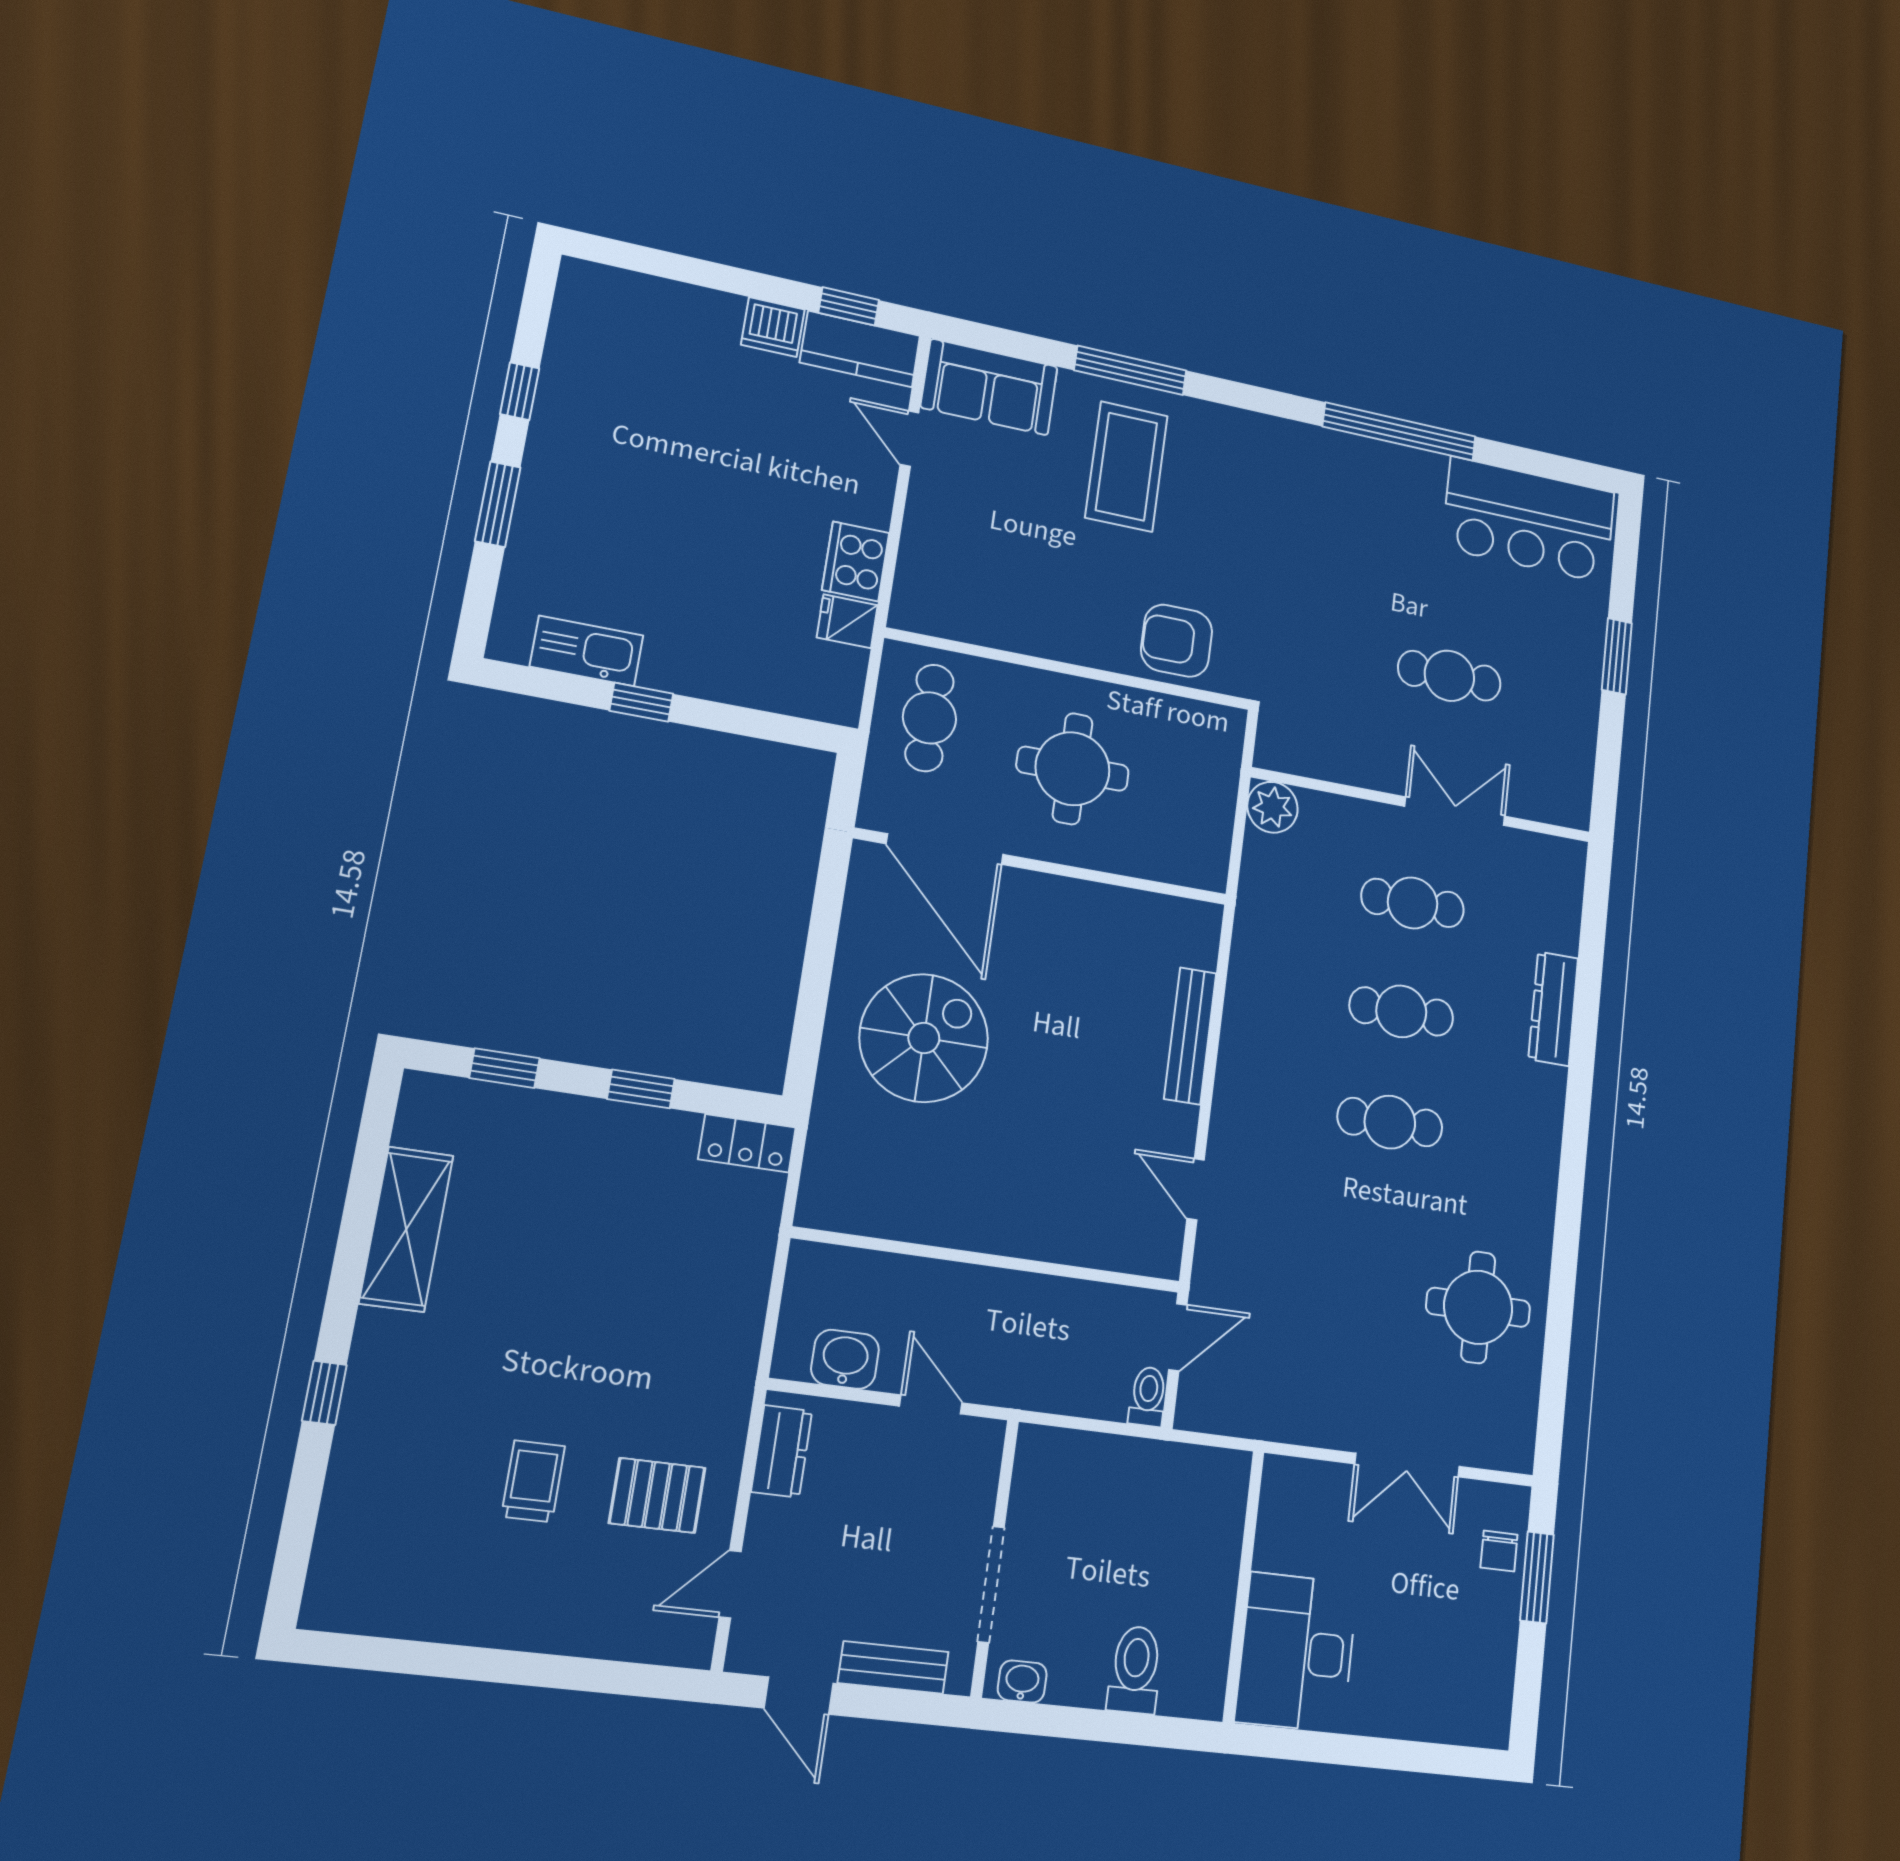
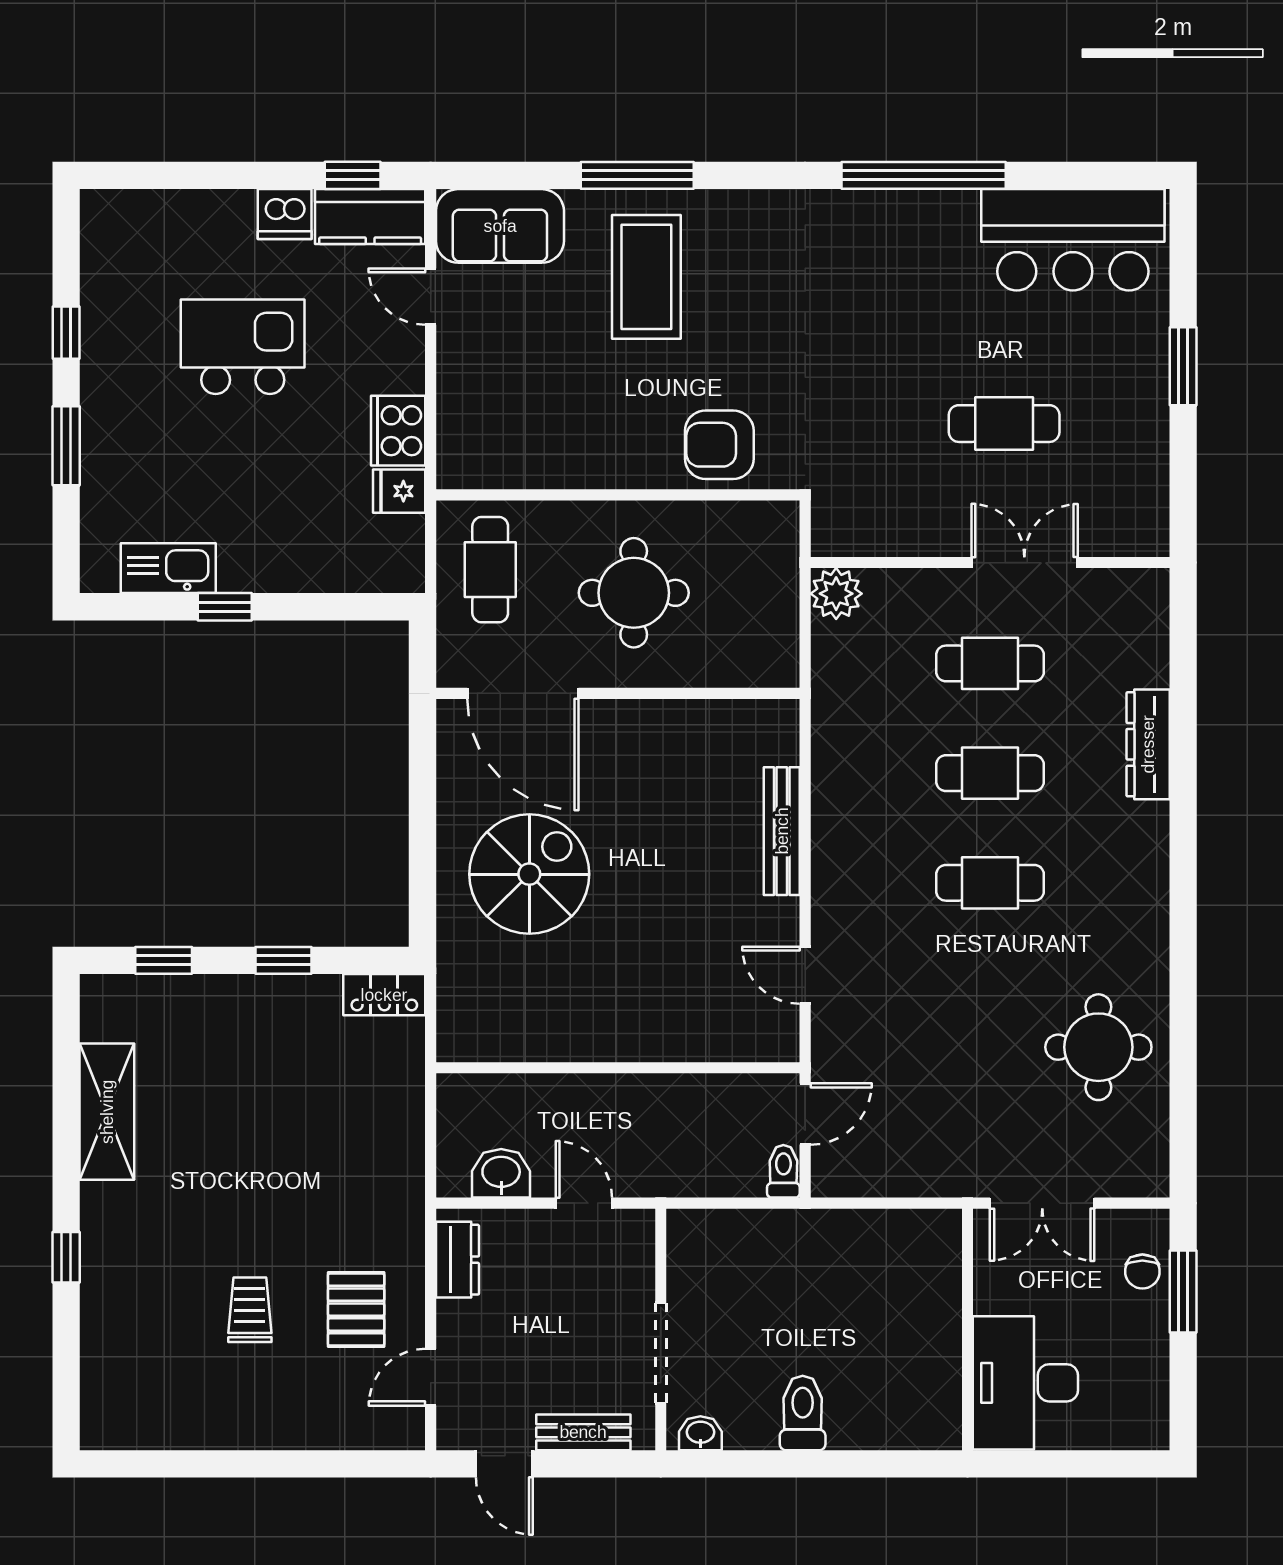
kitchen island: (707, 445) -> (243, 347), added
pallet: (657, 1495) -> (356, 1310), turned 90
wall: (1244, 1586) -> (968, 1329), moved
desk: (1297, 1652) -> (1025, 1383), moved

